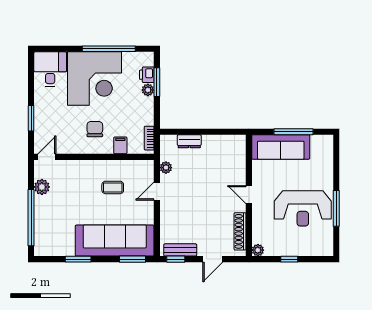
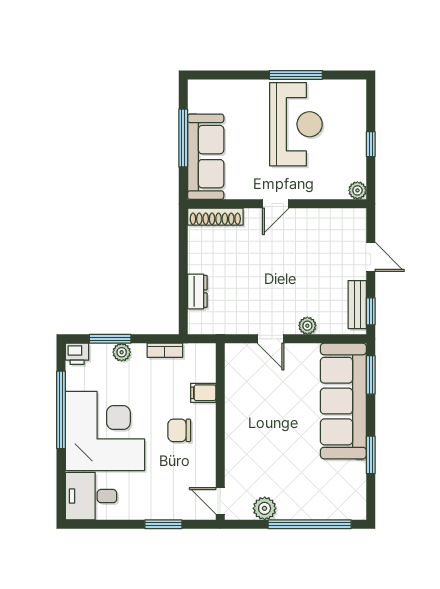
printer: (147, 75) -> (77, 354), moved
bookcase: (149, 138) -> (165, 350), moved
plant: (166, 168) -> (307, 326), moved
coffee table: (113, 187) -> (265, 404), removed
shoe rack: (240, 231) -> (215, 217), moved

